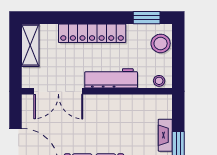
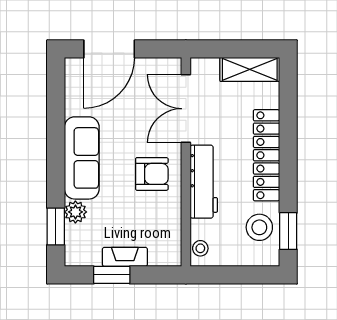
stool: (161, 43) -> (259, 227), moved
armchair: (105, 116) -> (152, 174), added

